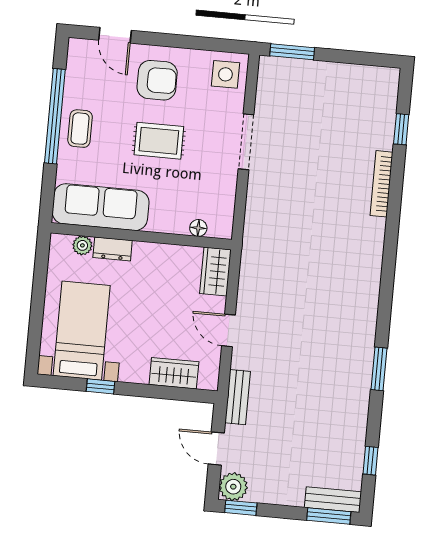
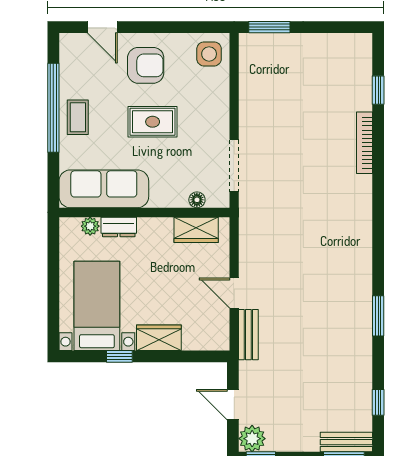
doorway: (246, 142) -> (234, 166), moved
wardrobe: (215, 271) -> (196, 230), moved, turned -90
wardrobe: (174, 373) -> (159, 338), moved
bench: (238, 397) -> (248, 335), moved

